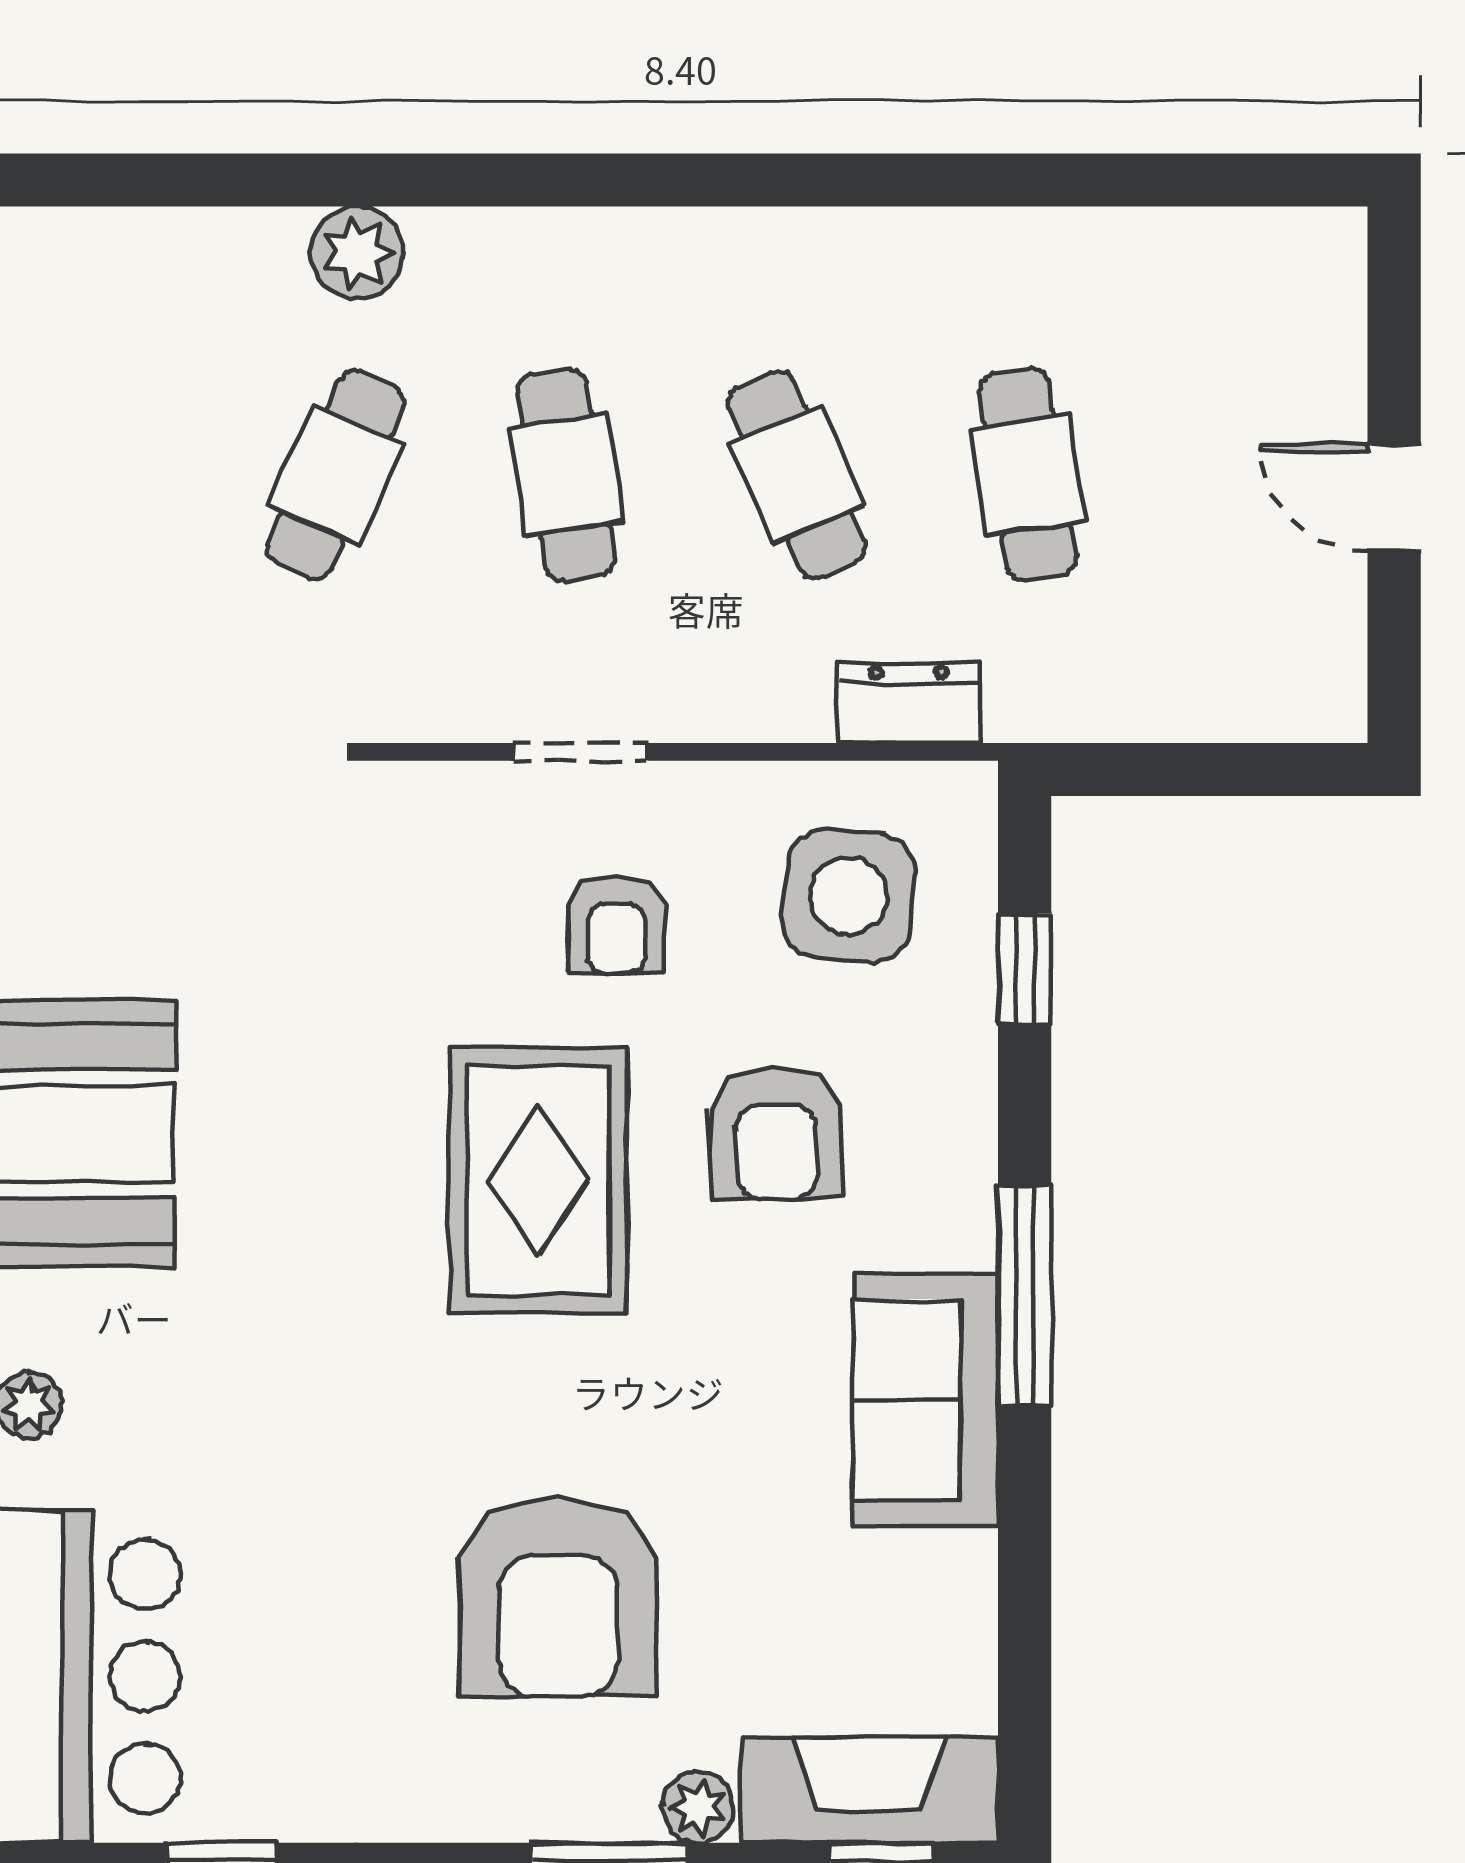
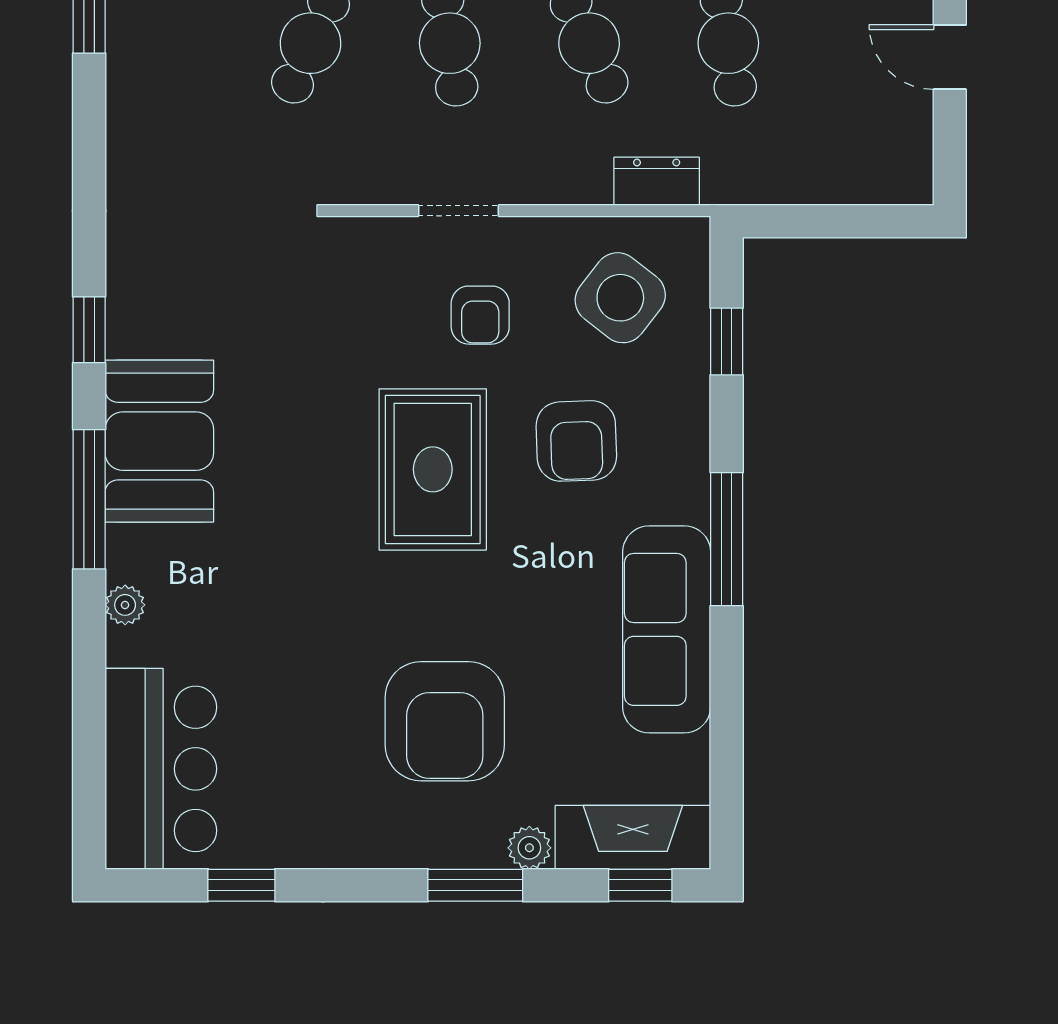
side table: (849, 896) -> (620, 298), turned 33
sofa: (925, 1400) -> (667, 629), width x1.36

